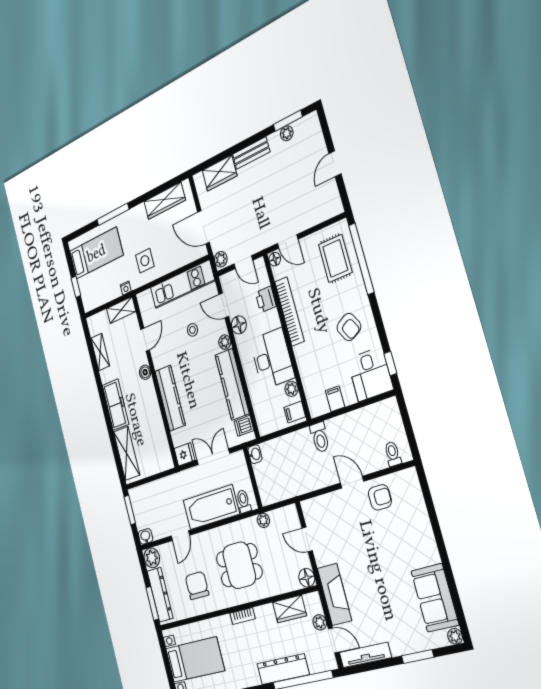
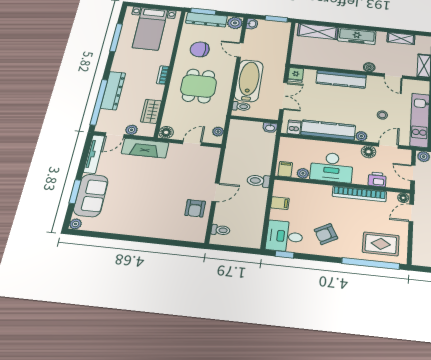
door: (243, 262) -> (413, 173), hinge flipped
plant: (263, 520) -> (218, 132), moved
chair: (197, 585) -> (200, 49), turned 180
sofa: (435, 598) -> (91, 195), moved, turned 90

